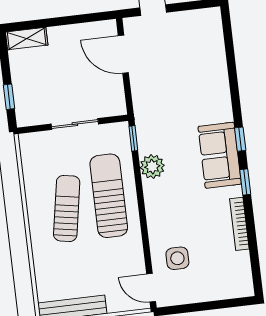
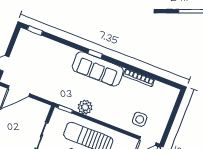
sofa: (220, 155) -> (98, 69), width x1.36
window: (245, 182) -> (35, 30), moved

